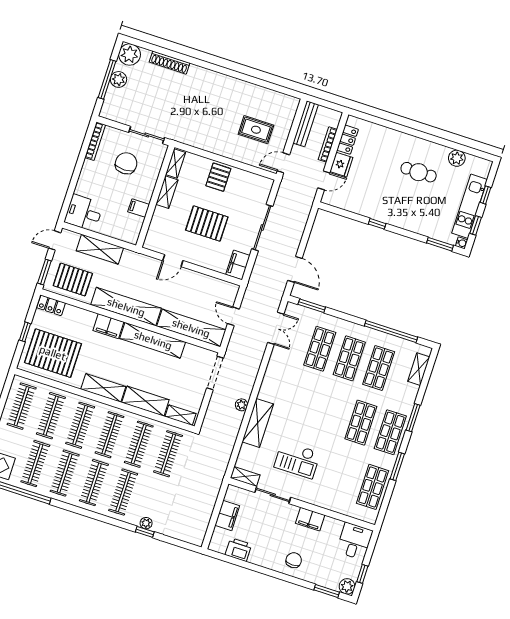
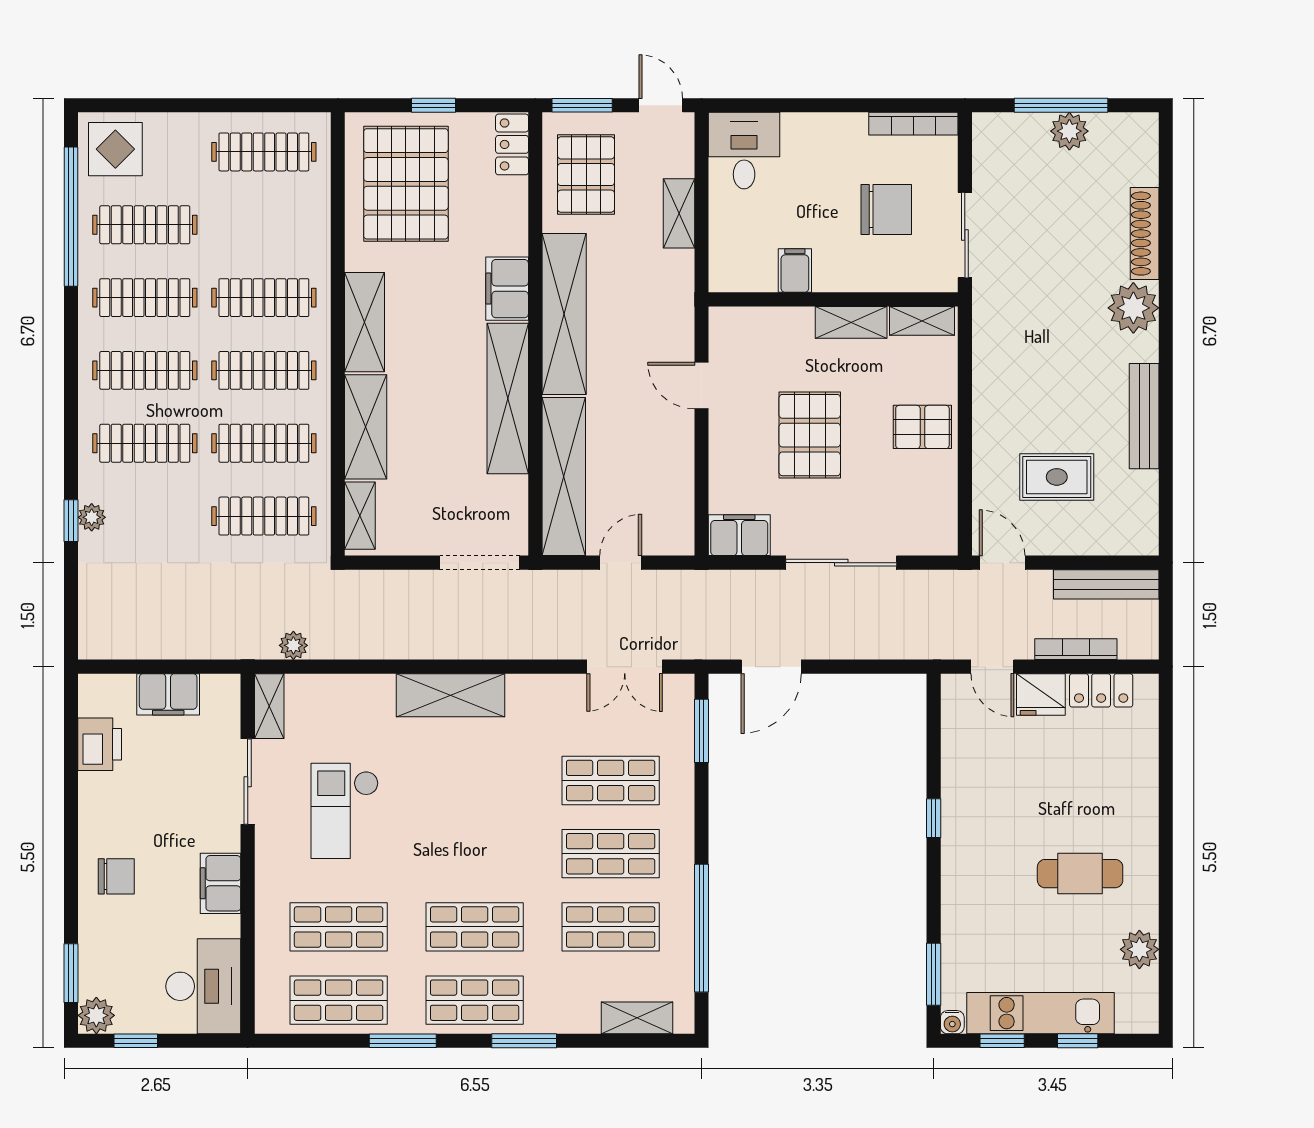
plant: (130, 55) -> (1133, 308), moved
bench: (243, 87) -> (1144, 416), added
rug: (256, 130) -> (1057, 477), turned 90
cafe table: (419, 172) -> (1080, 874), turned 90
shelving: (100, 249) -> (679, 213), width x0.67, depth x0.75
plant: (241, 405) -> (293, 645), moved
clothes rail: (51, 416) -> (264, 225), removed
shelving: (258, 423) -> (451, 695), moved
shop shelf: (343, 477) -> (339, 927), added
desk: (354, 541) -> (203, 986), width x1.37

